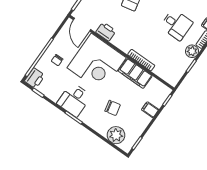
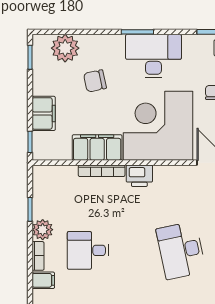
printer: (106, 32) -> (139, 176), moved
desk: (74, 100) -> (153, 56), width x1.37
filing cabinet: (150, 110) -> (44, 113), width x2.00

